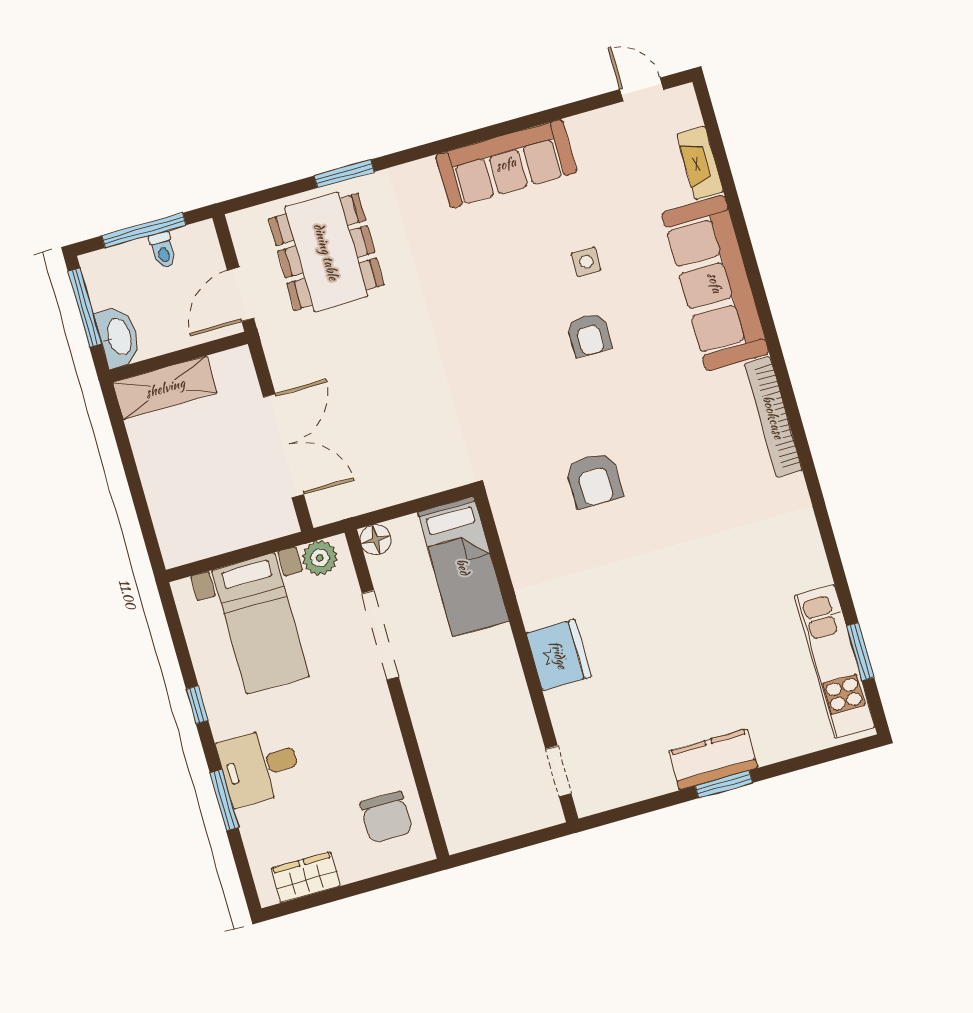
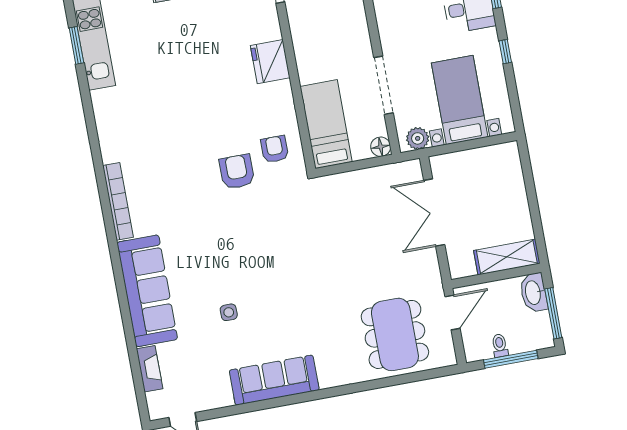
window: (344, 174) -> (379, 384), removed
armchair: (589, 335) -> (275, 149), moved

